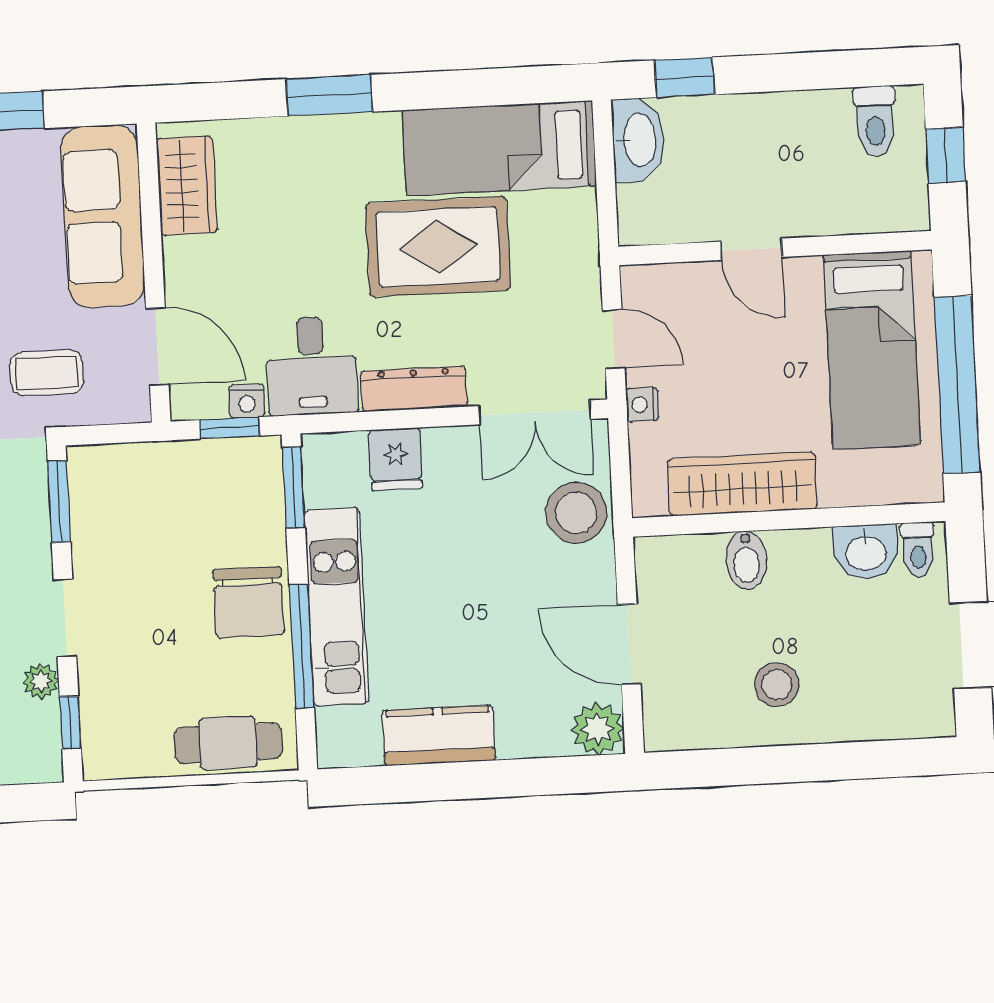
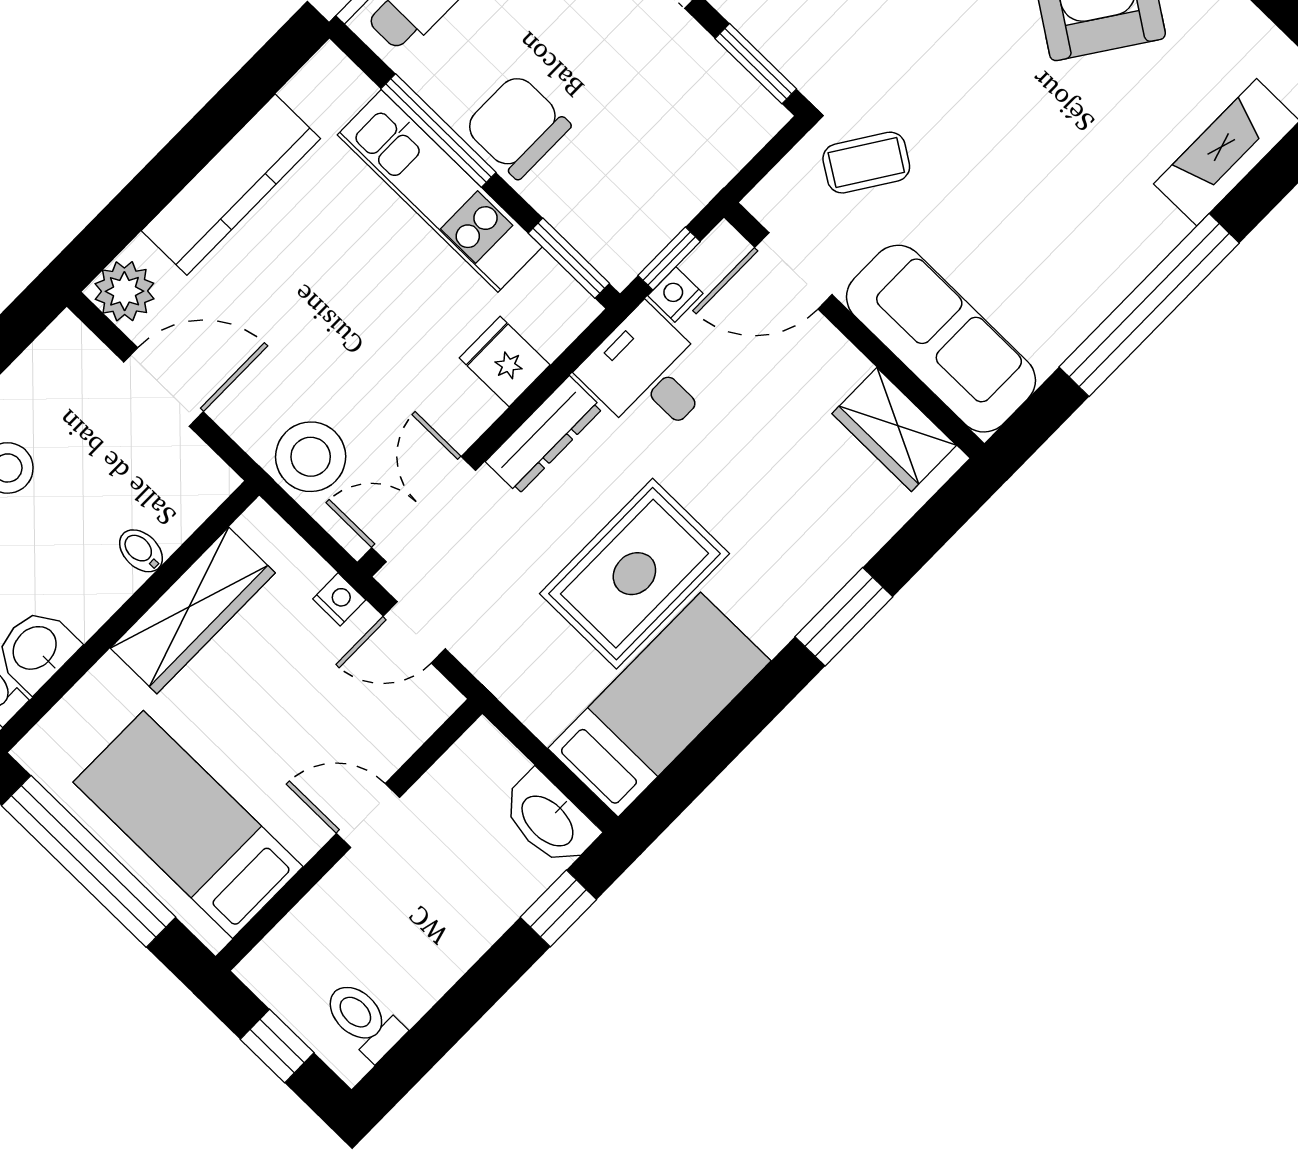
coffee table: (47, 373) -> (866, 163), turned 33
bidet: (746, 560) -> (141, 551), width x0.72, depth x0.74
kitchen counter: (439, 735) -> (231, 185), width x1.50

